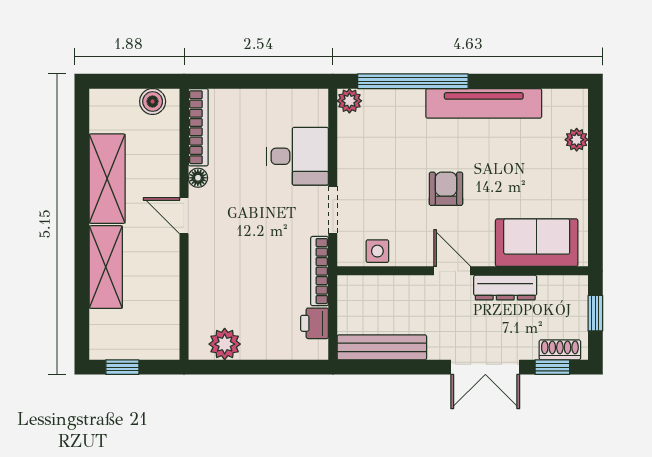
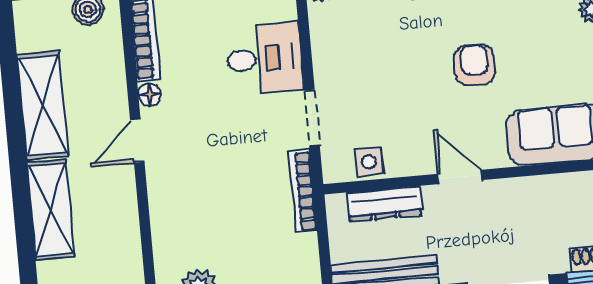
armchair: (446, 189) -> (474, 65), moved
door: (184, 216) -> (137, 141), hinge flipped
dresser: (505, 288) -> (385, 204), moved
printer: (315, 323) -> (303, 254), removed

